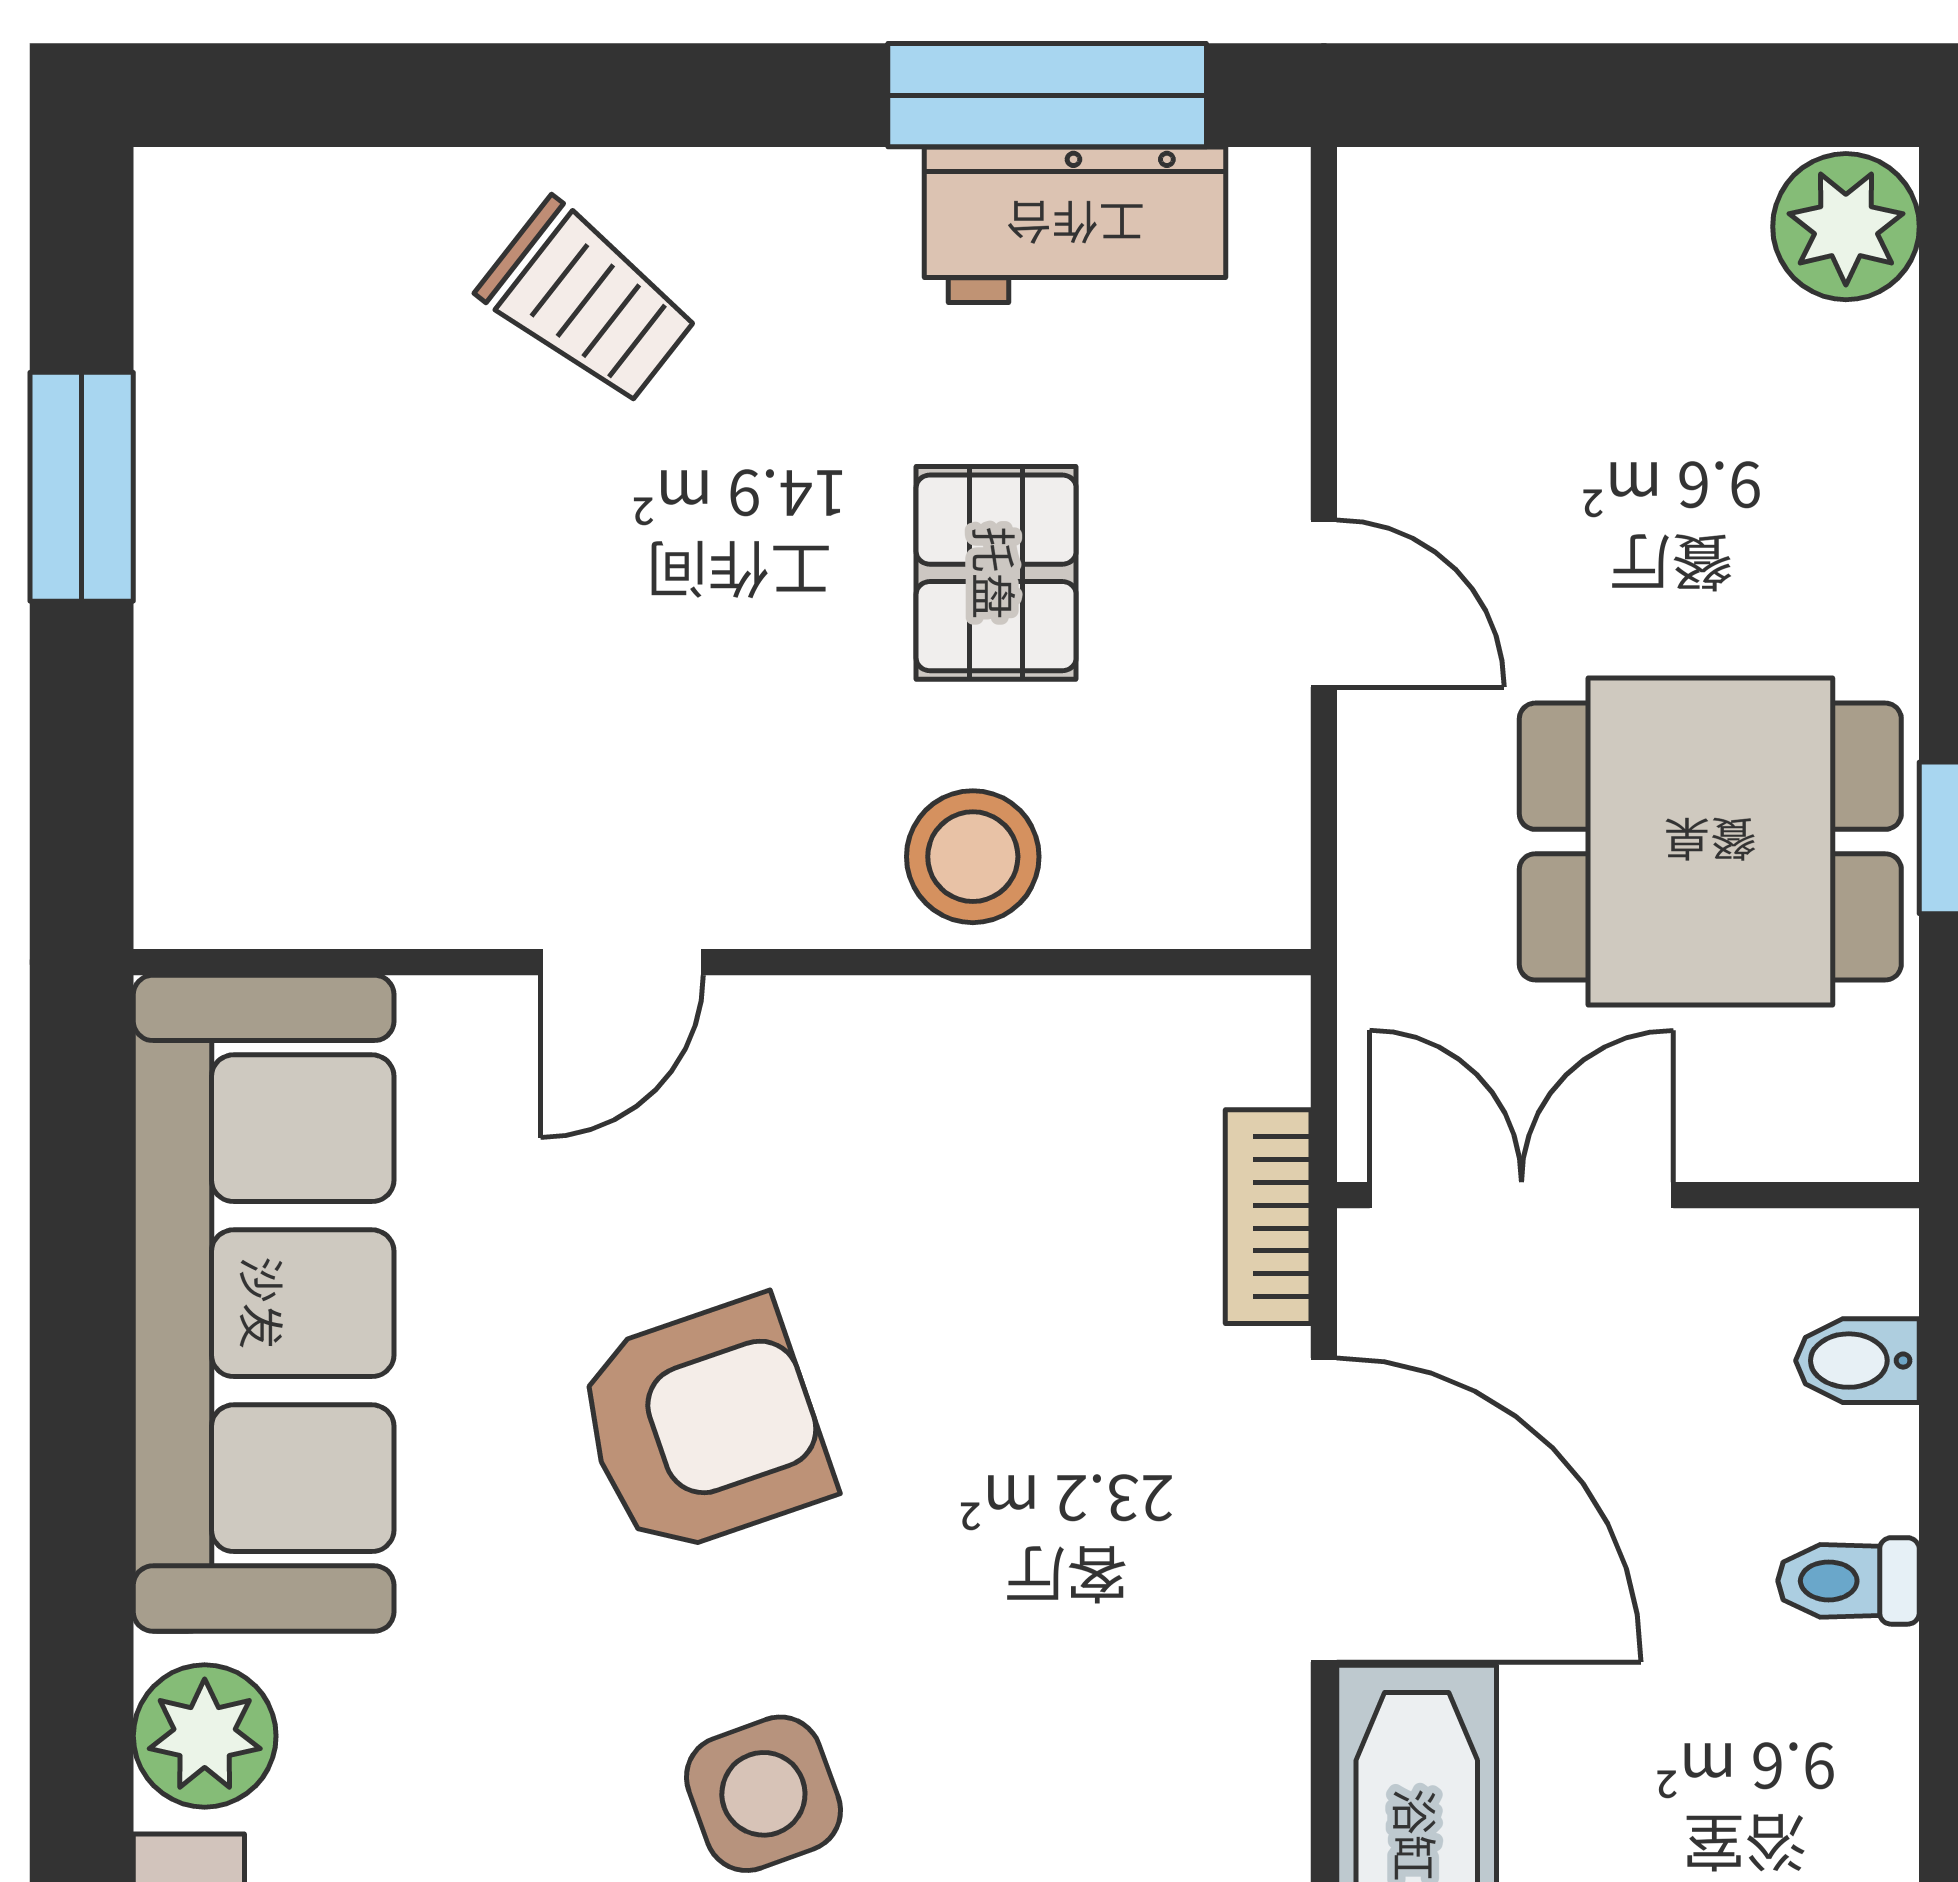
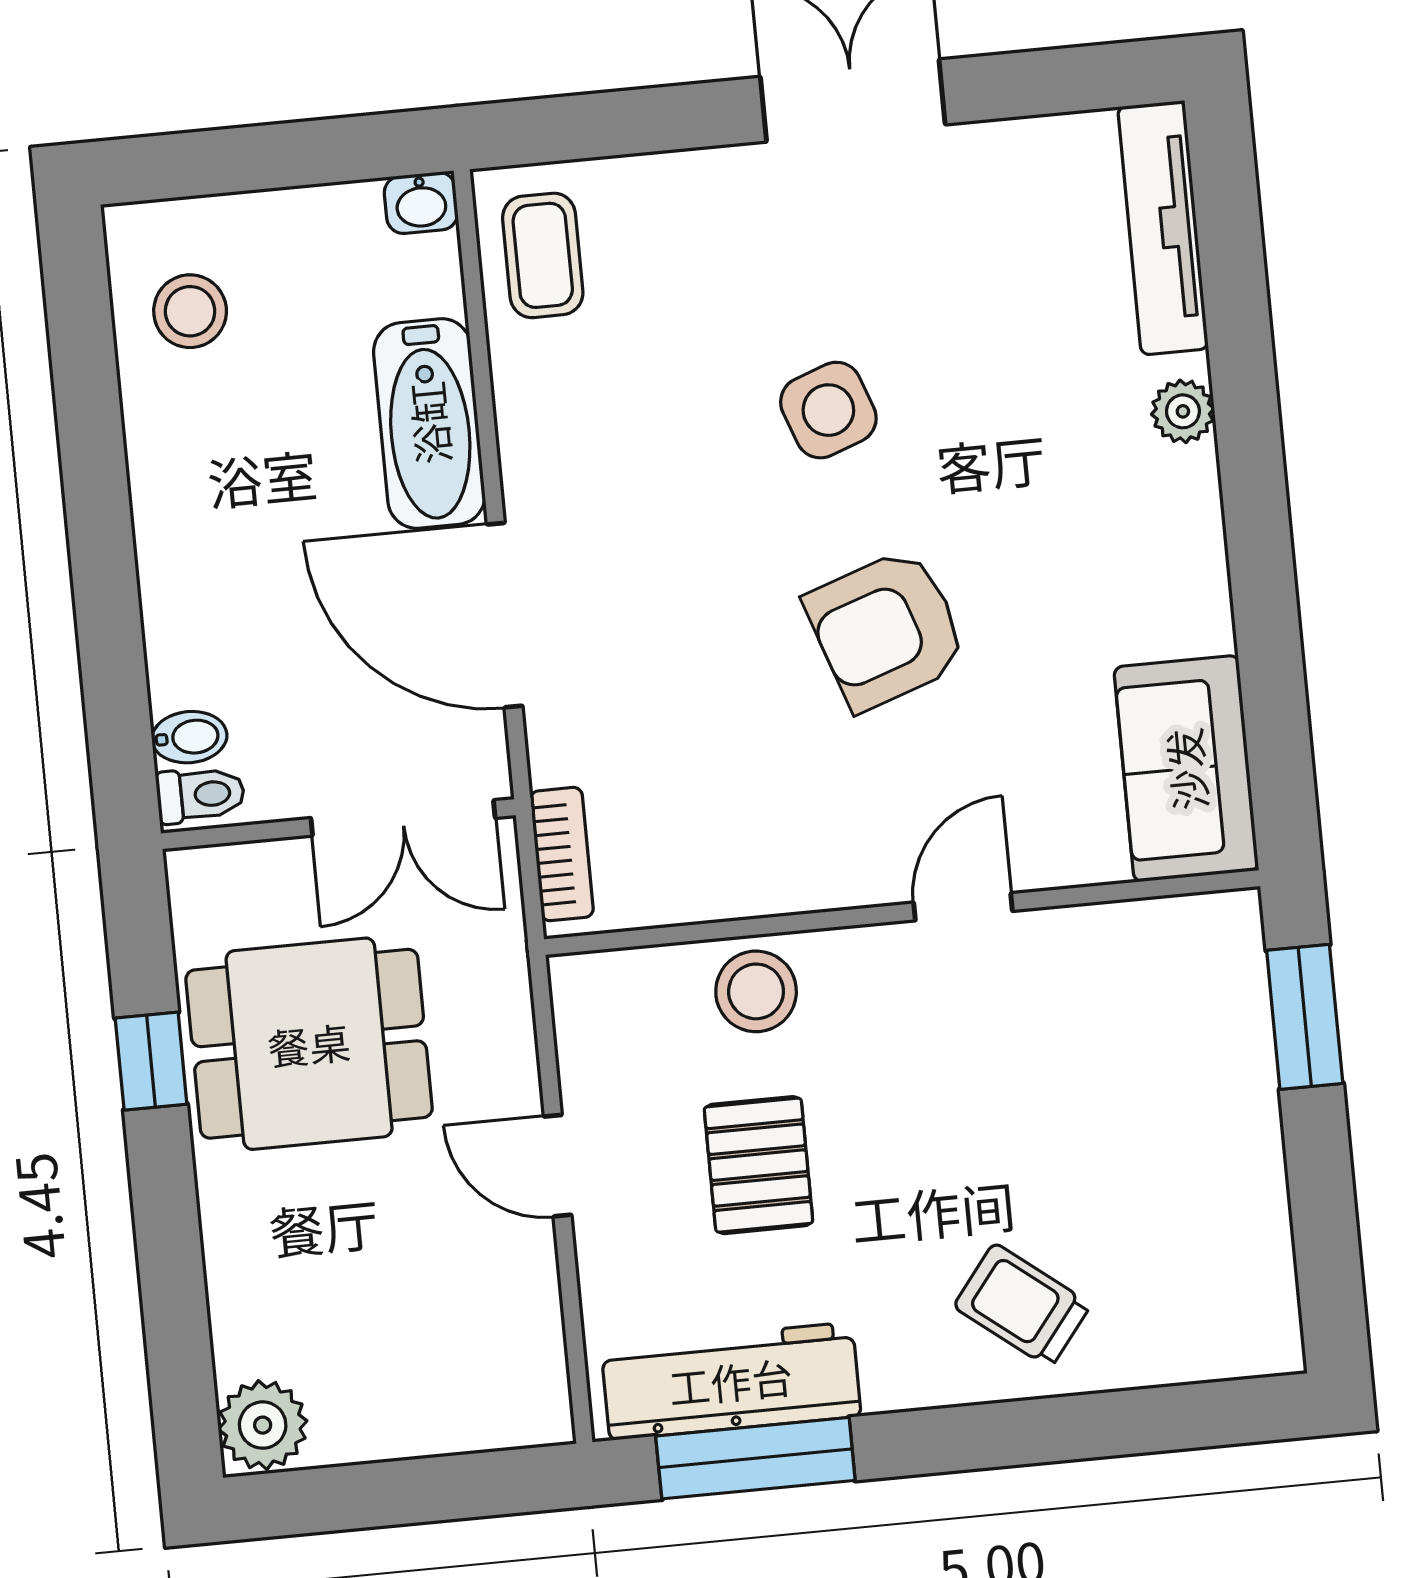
workbench: (1075, 225) -> (731, 1381), width x1.38
window: (82, 487) -> (1305, 1017), moved
bookcase: (1268, 1217) -> (562, 854), moved
sofa: (264, 1303) -> (1186, 769), width x0.54, depth x0.79
toilet: (1848, 1581) -> (200, 795), moved
plant: (205, 1736) -> (1183, 411), width x0.73, depth x0.73

